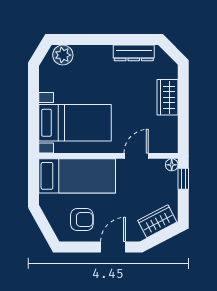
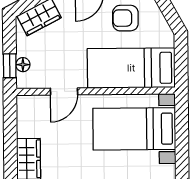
floor lamp: (172, 165) -> (23, 65), moved

